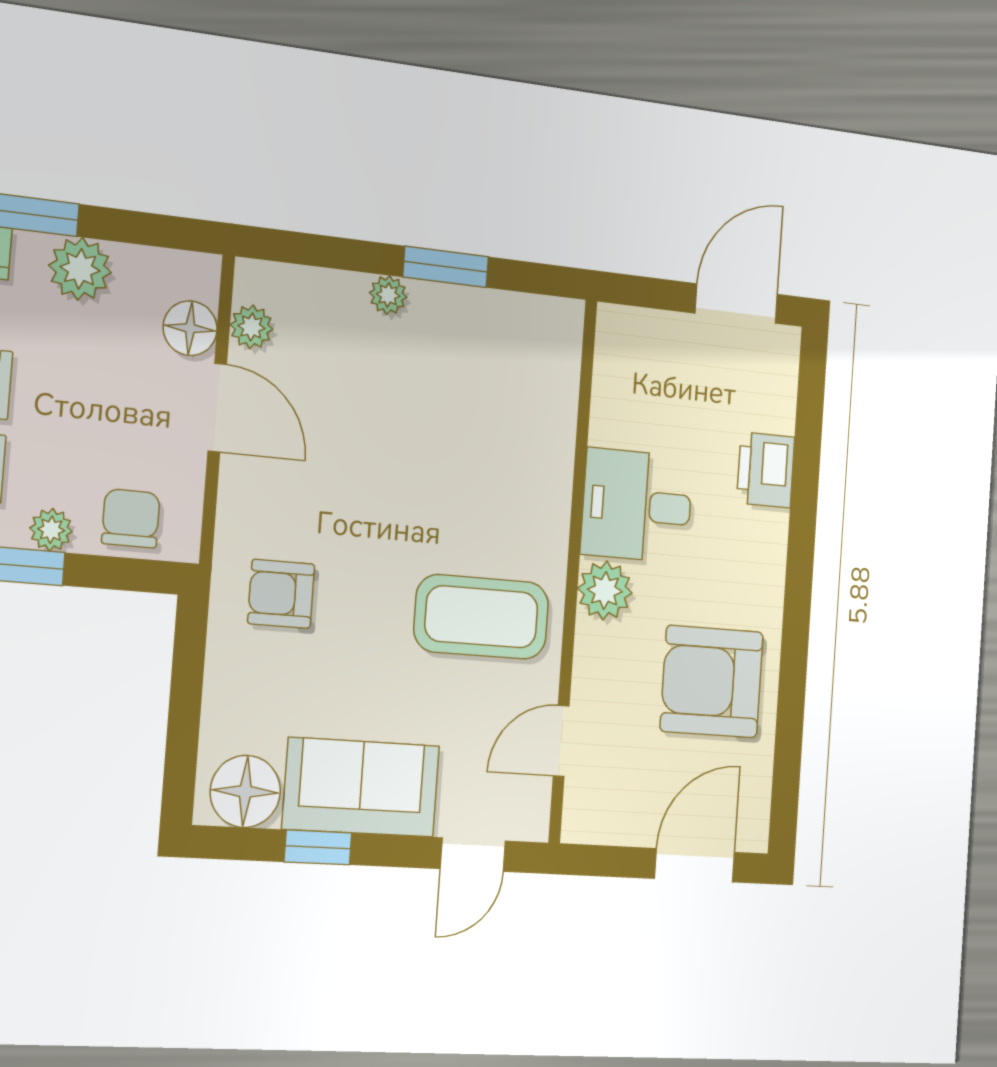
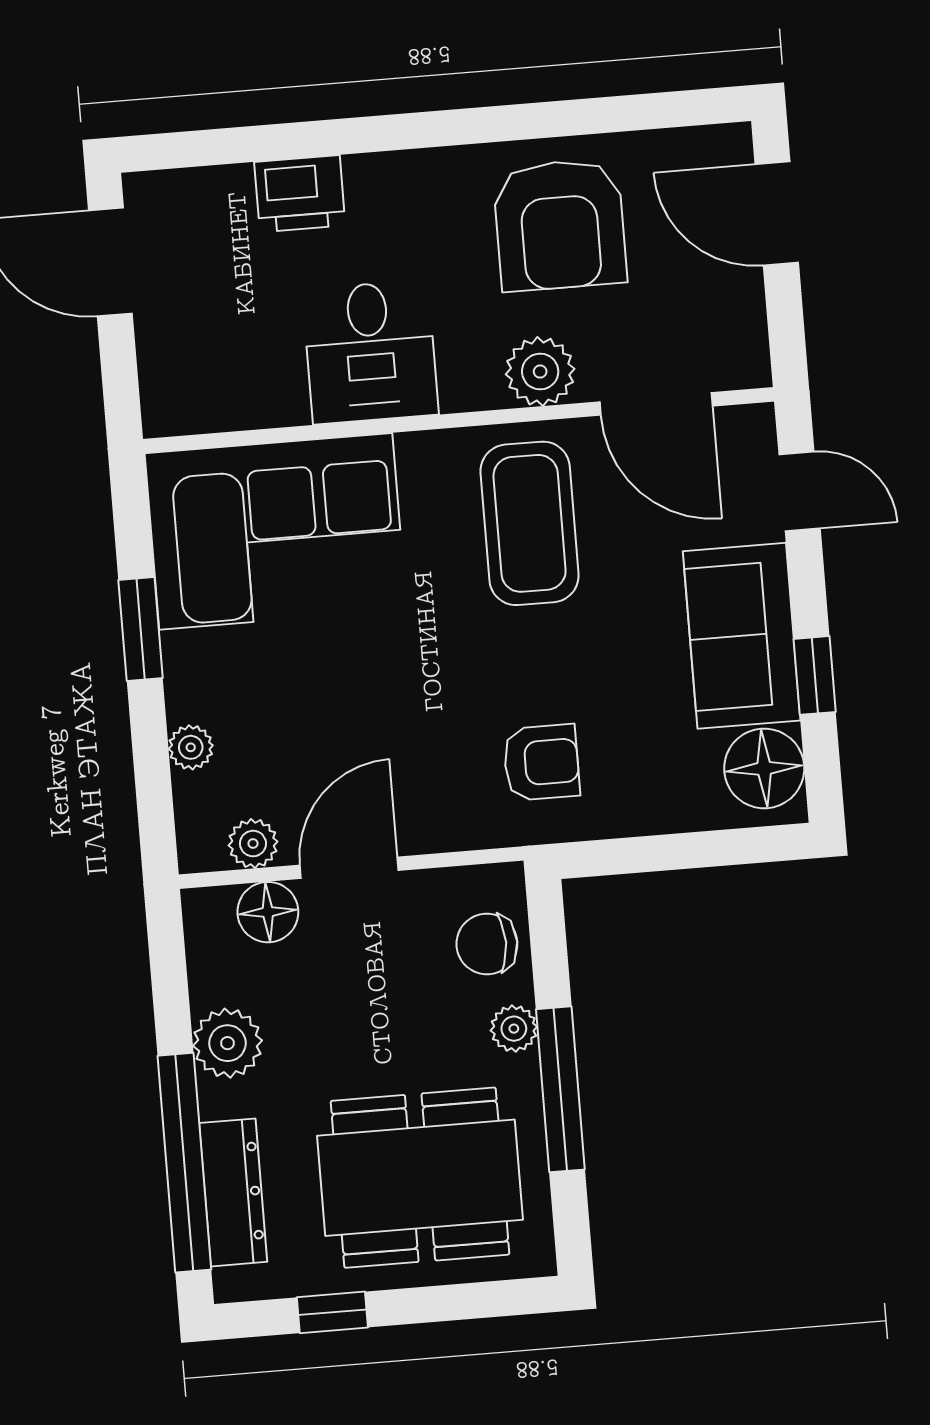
plant: (388, 295) -> (191, 747), moved
corner sofa: (507, 398) -> (276, 531), added
plant: (605, 591) -> (540, 372), moved
armchair: (281, 594) -> (541, 762), turned -90
door: (561, 741) -> (656, 404), width x1.38

